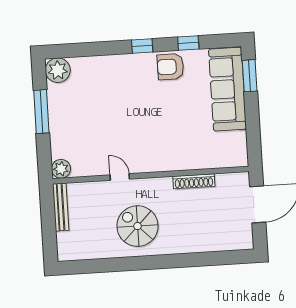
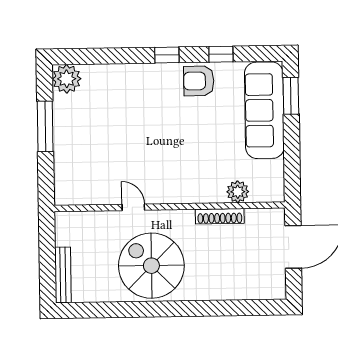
plant: (61, 169) -> (238, 192), moved
bench: (61, 207) -> (63, 275), moved
spiral stairs: (138, 226) -> (151, 266), width x1.37, depth x1.37

